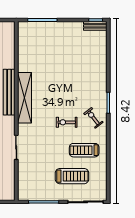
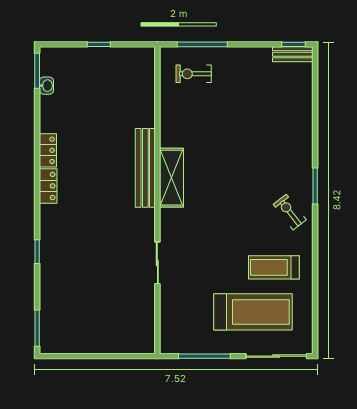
shelving: (24, 98) -> (171, 178), width x0.68
exercise bike: (67, 122) -> (194, 74), moved
treadmill: (72, 176) -> (253, 312), width x1.37, depth x1.38

